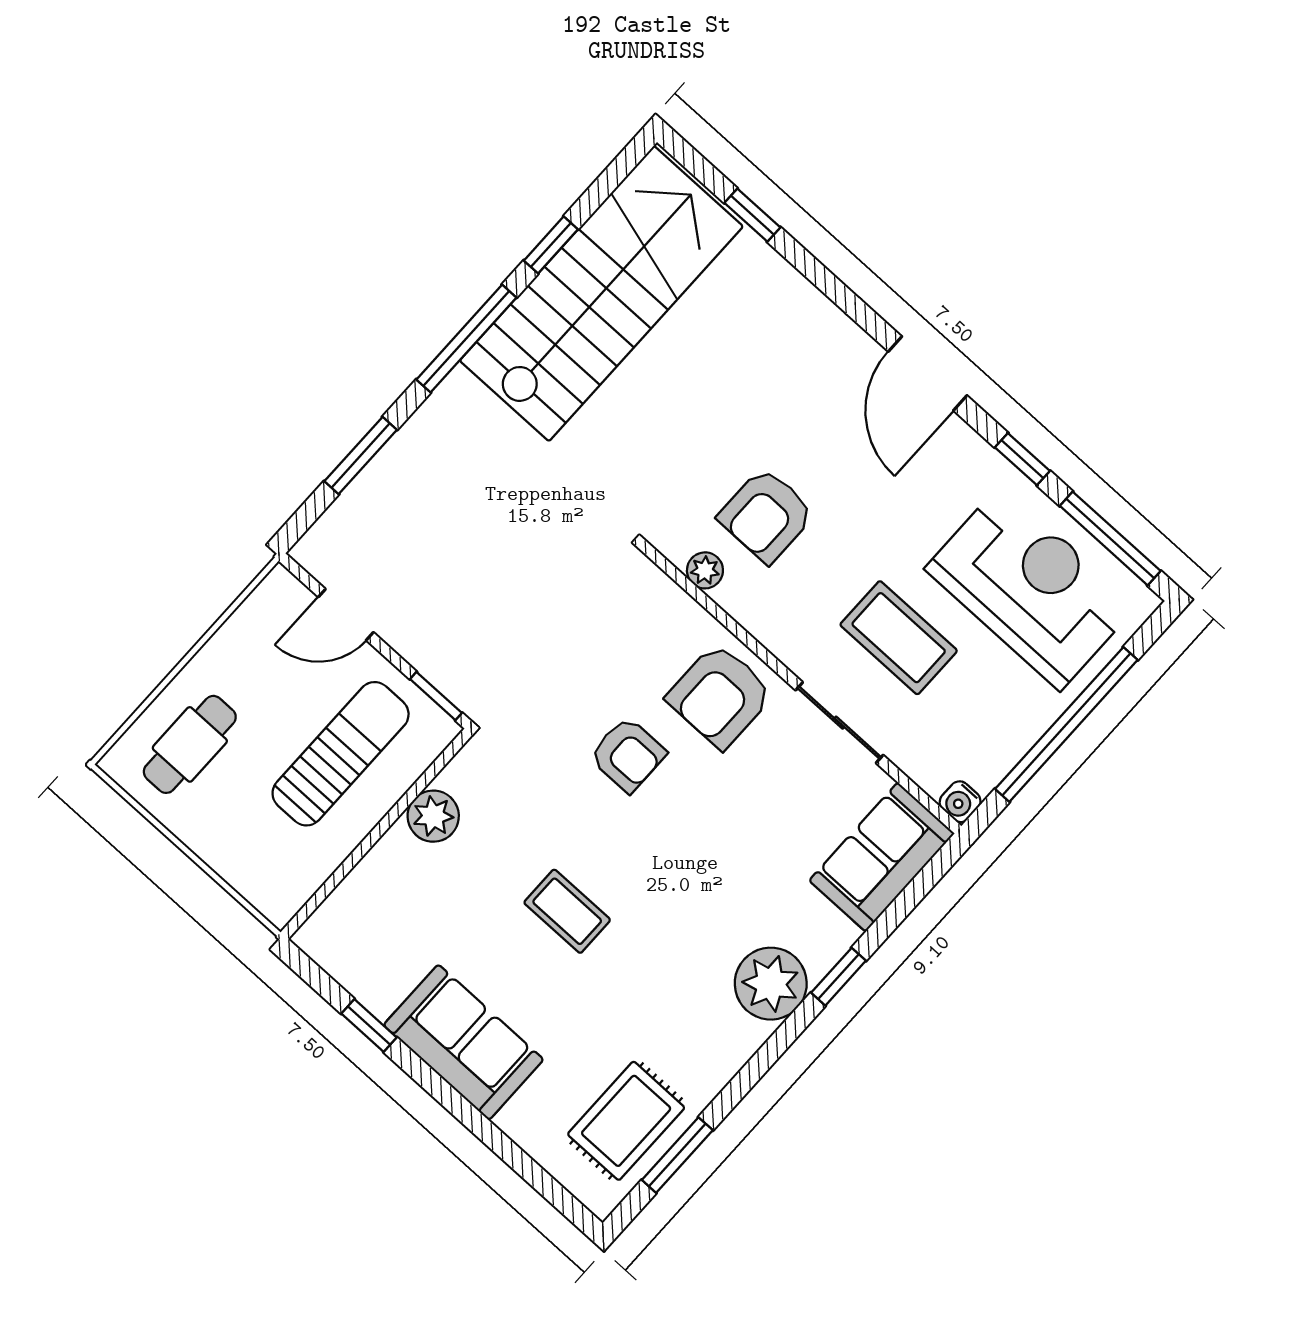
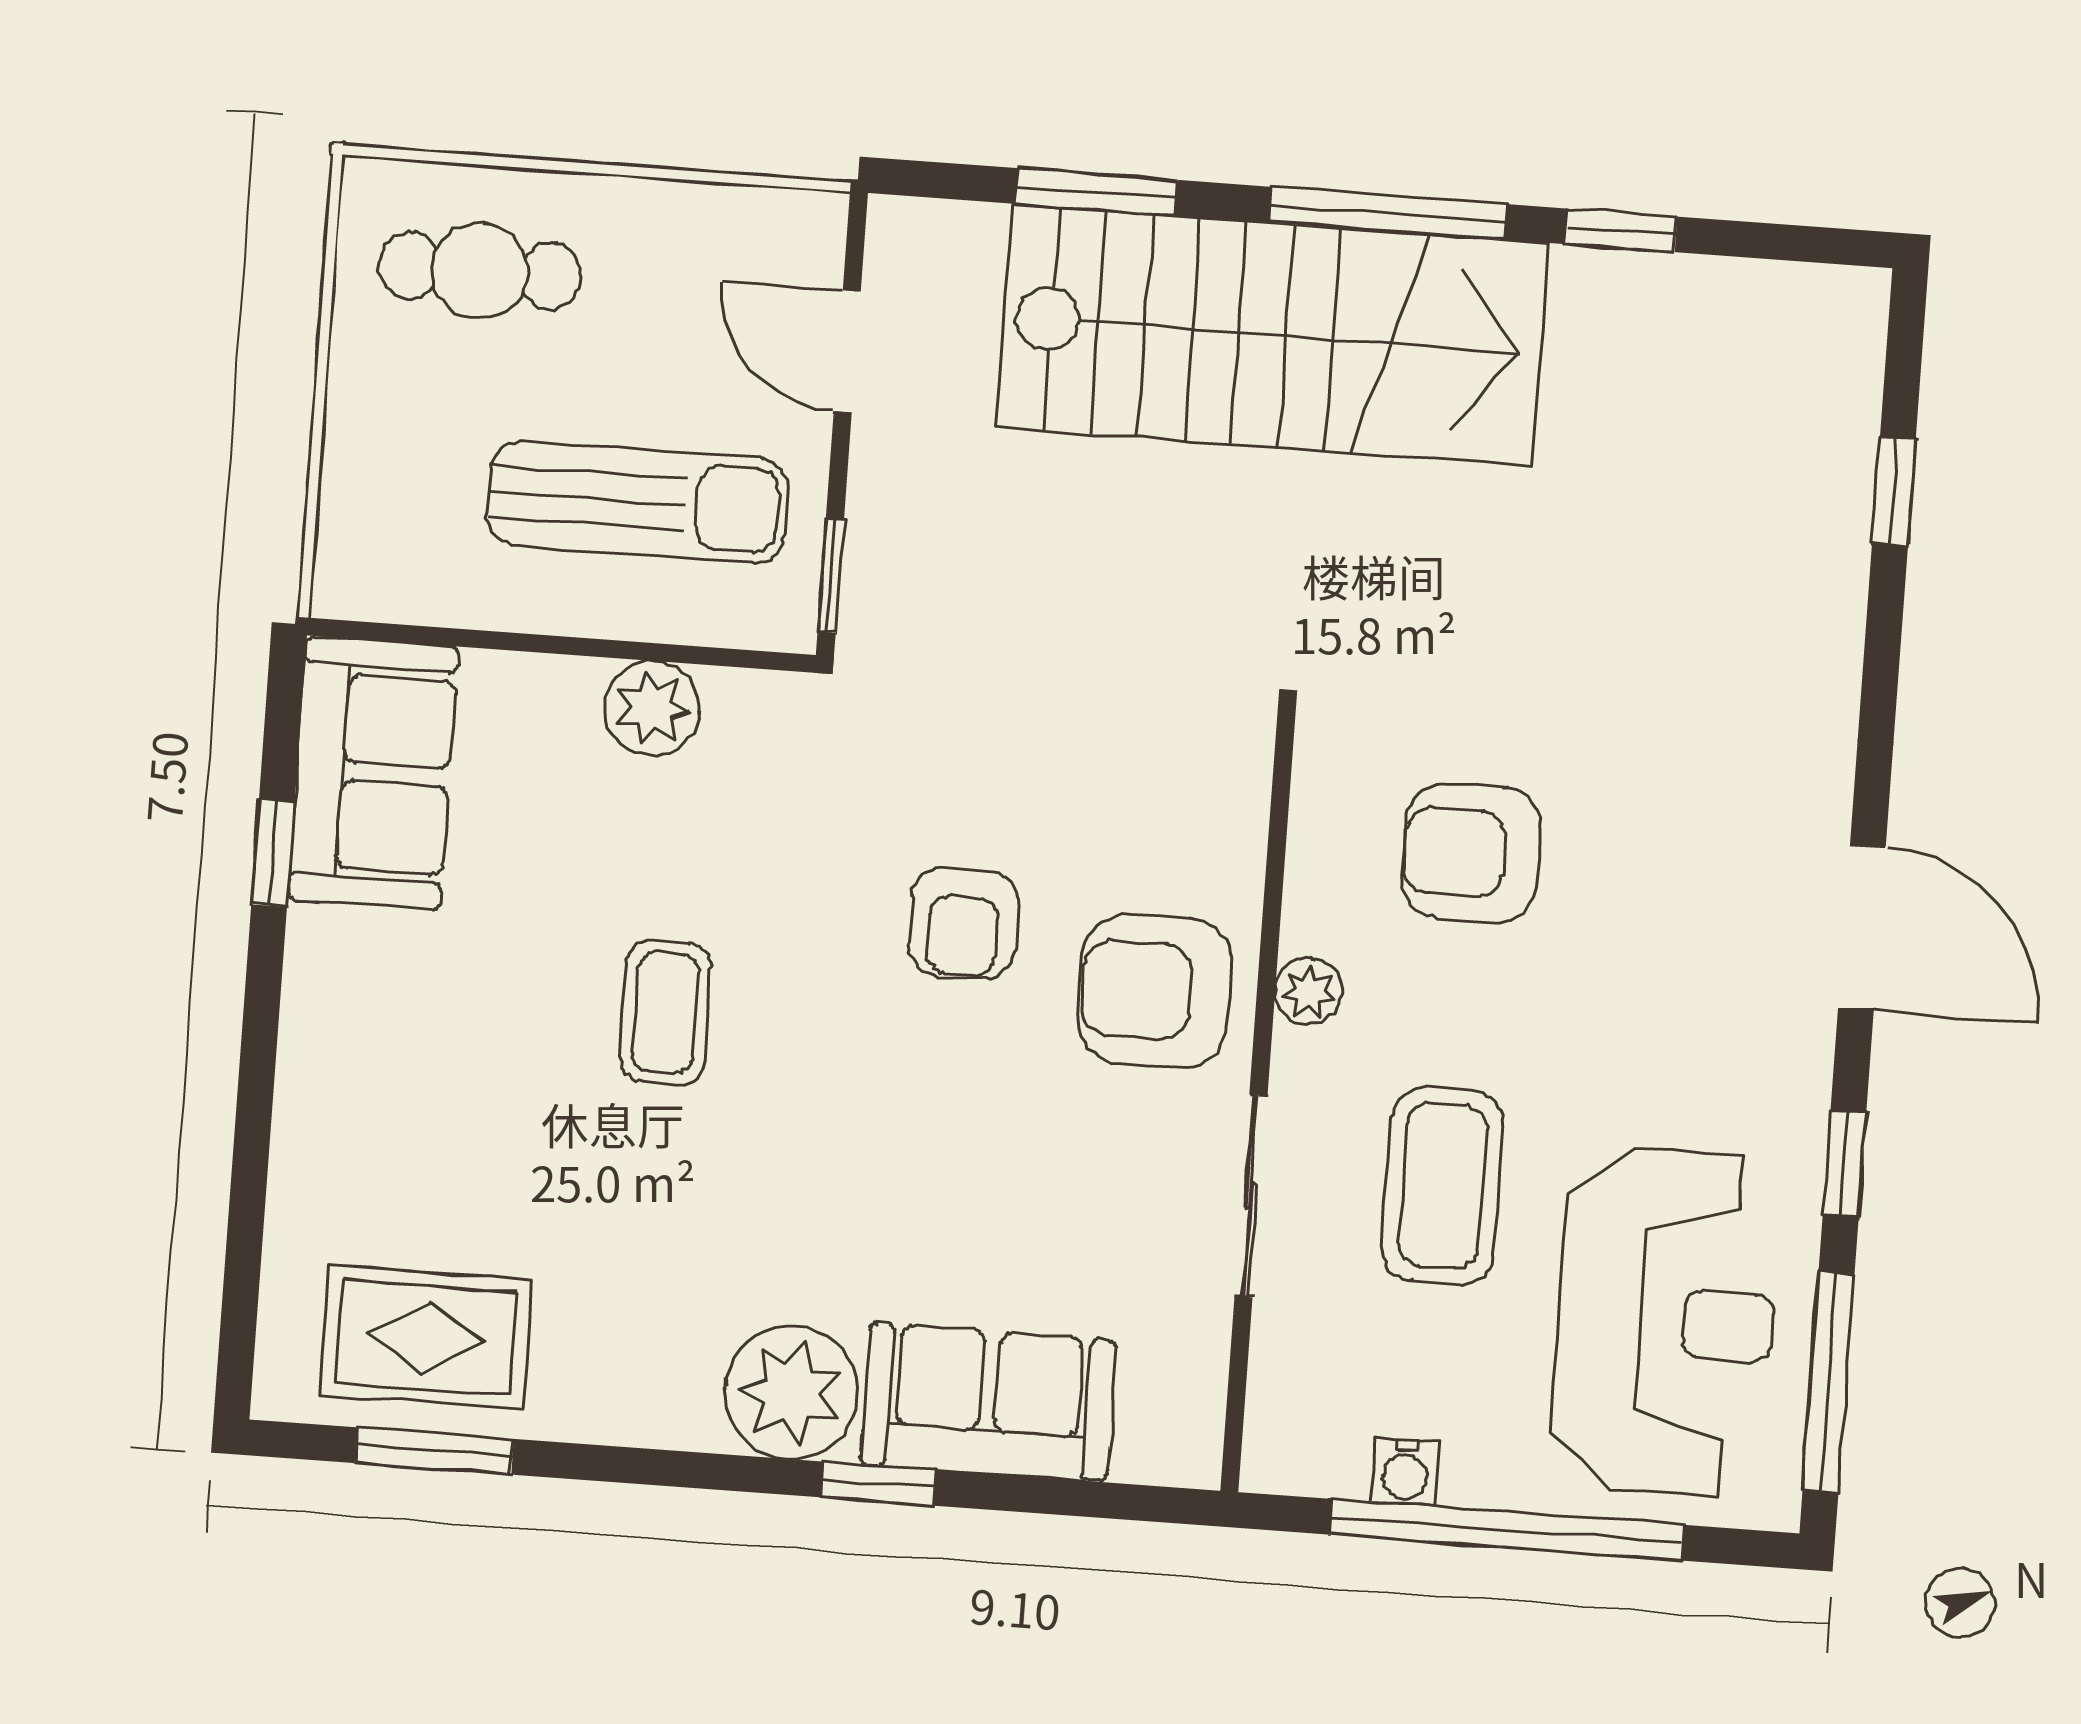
stairs: (601, 294) -> (1272, 335), moved
door: (928, 373) -> (1862, 927), swing flipped
plant: (705, 570) -> (1308, 992), moved
water cooler: (960, 802) -> (1405, 1472), moved, turned -90
sofa: (882, 857) -> (988, 1402), moved
sofa: (463, 1042) -> (373, 773), moved

